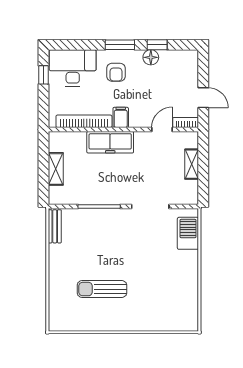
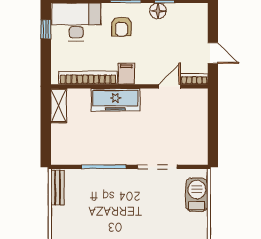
shelving: (192, 164) -> (201, 122), removed
shelving: (56, 169) -> (59, 106), moved

